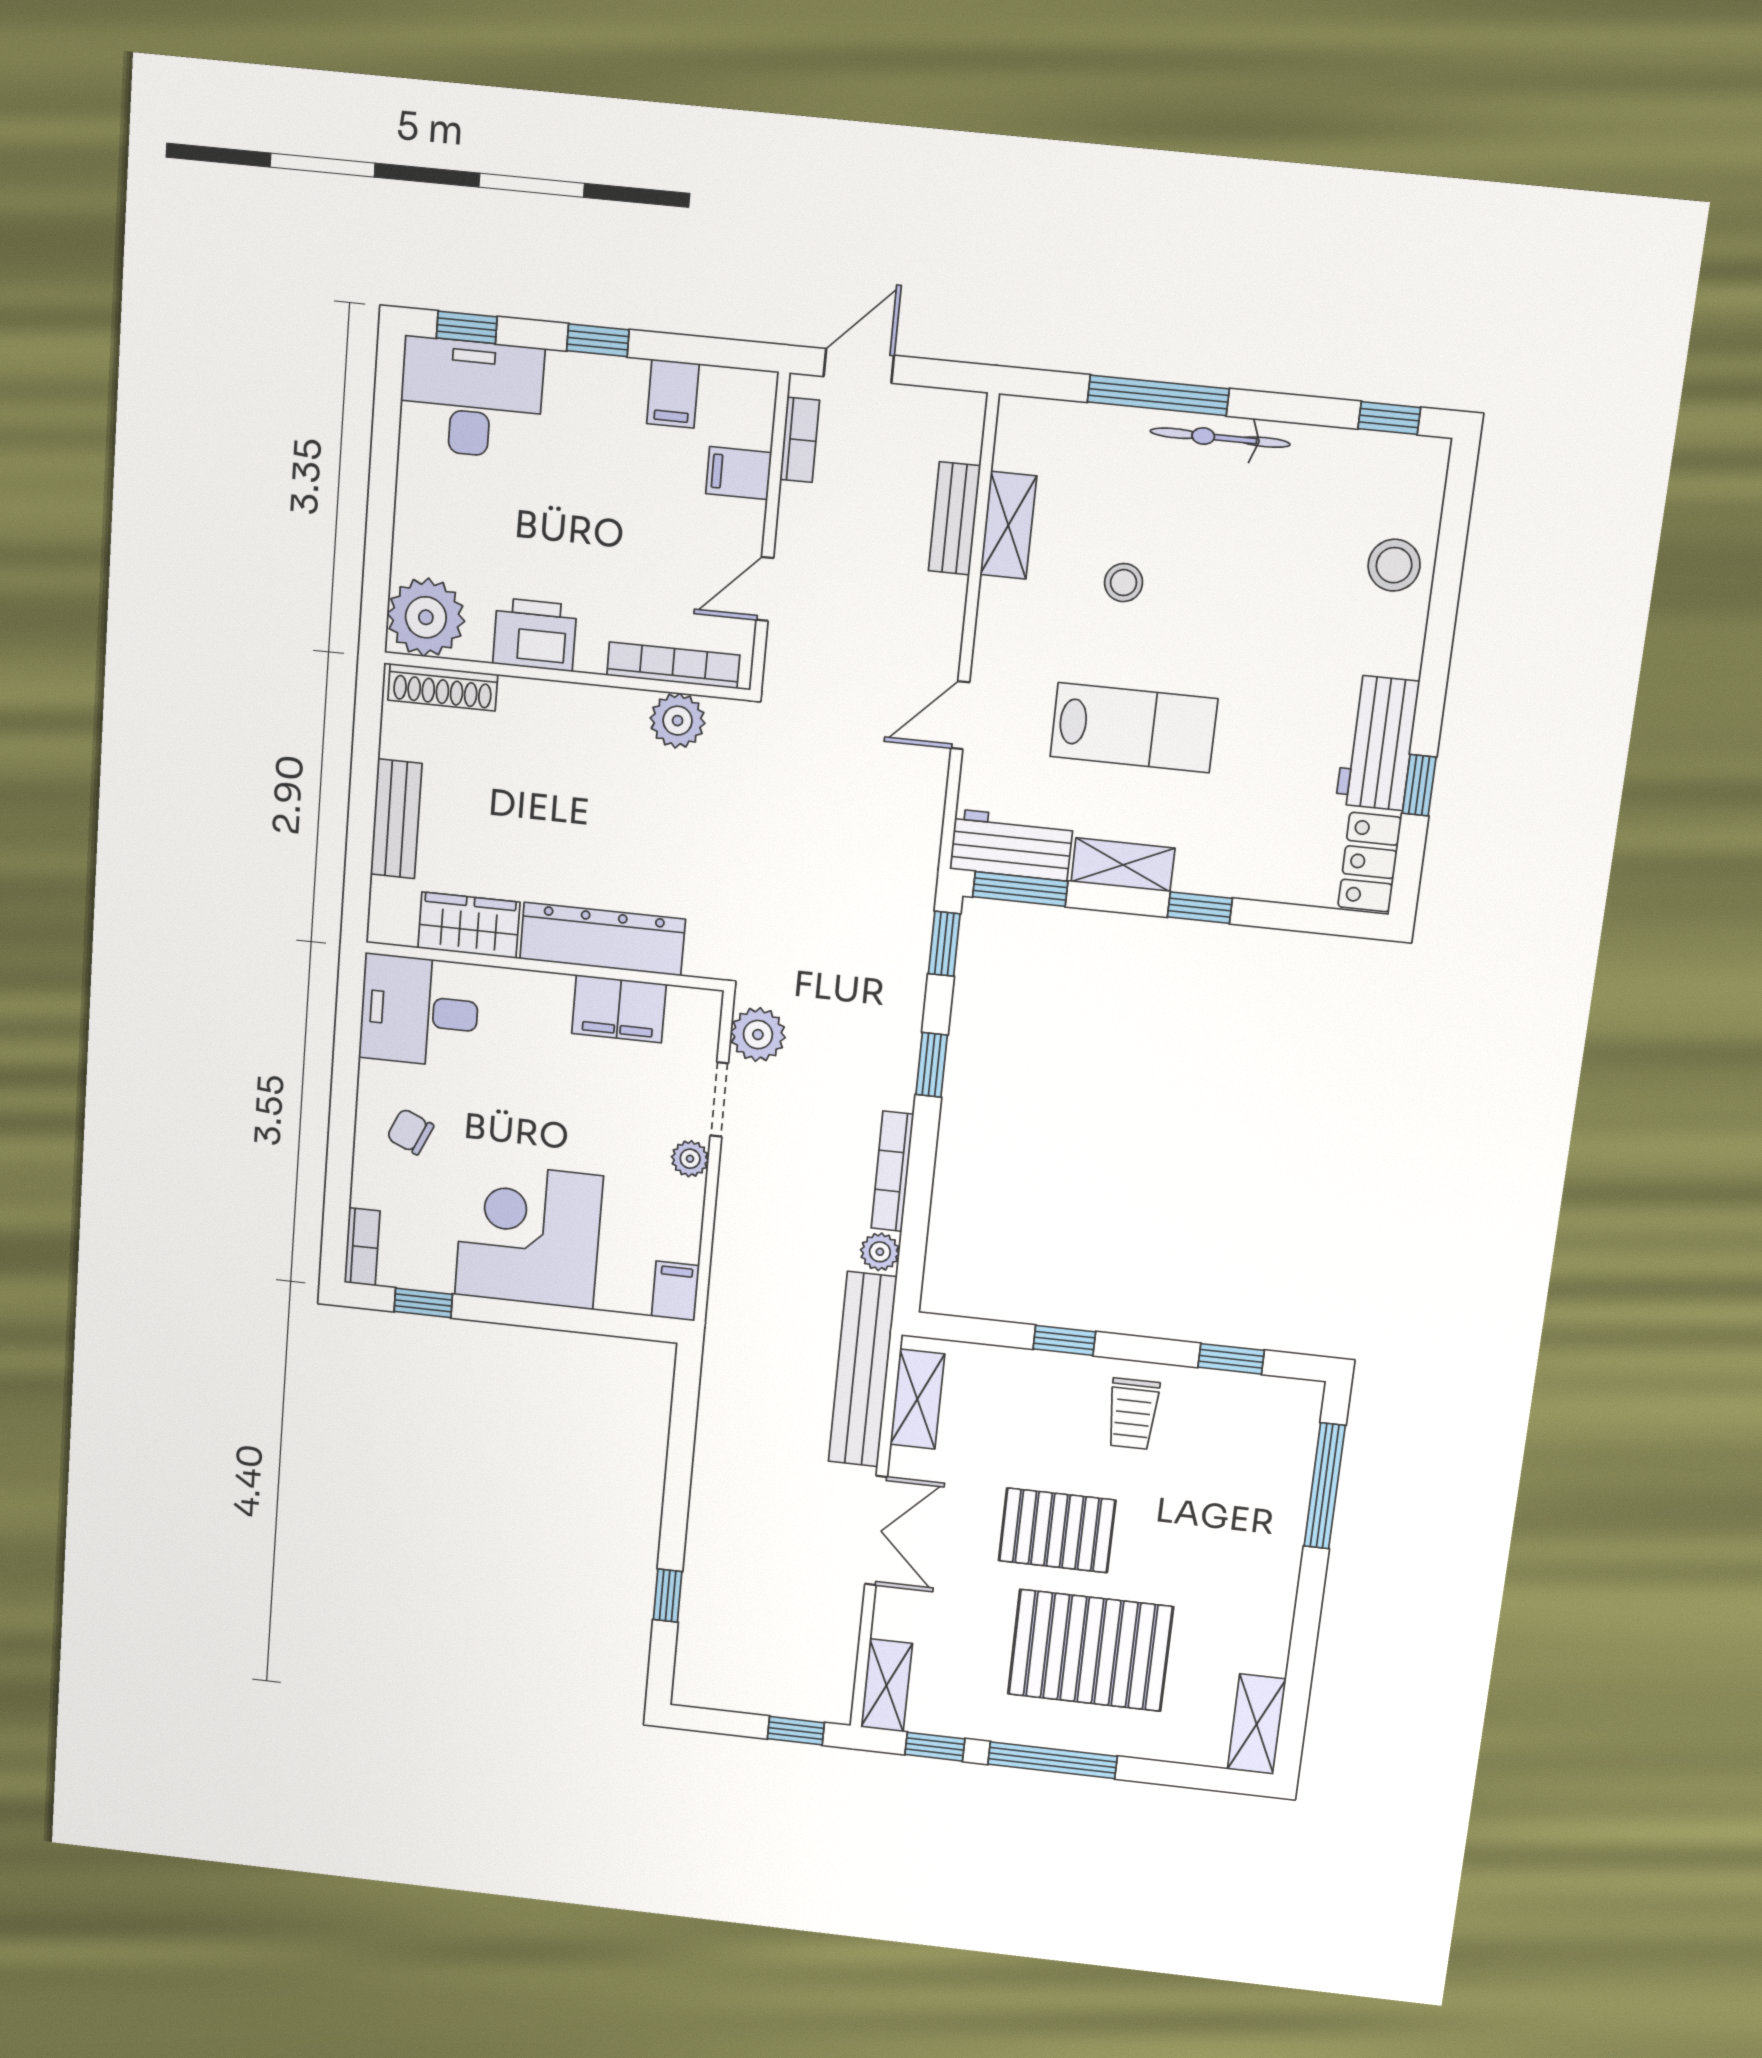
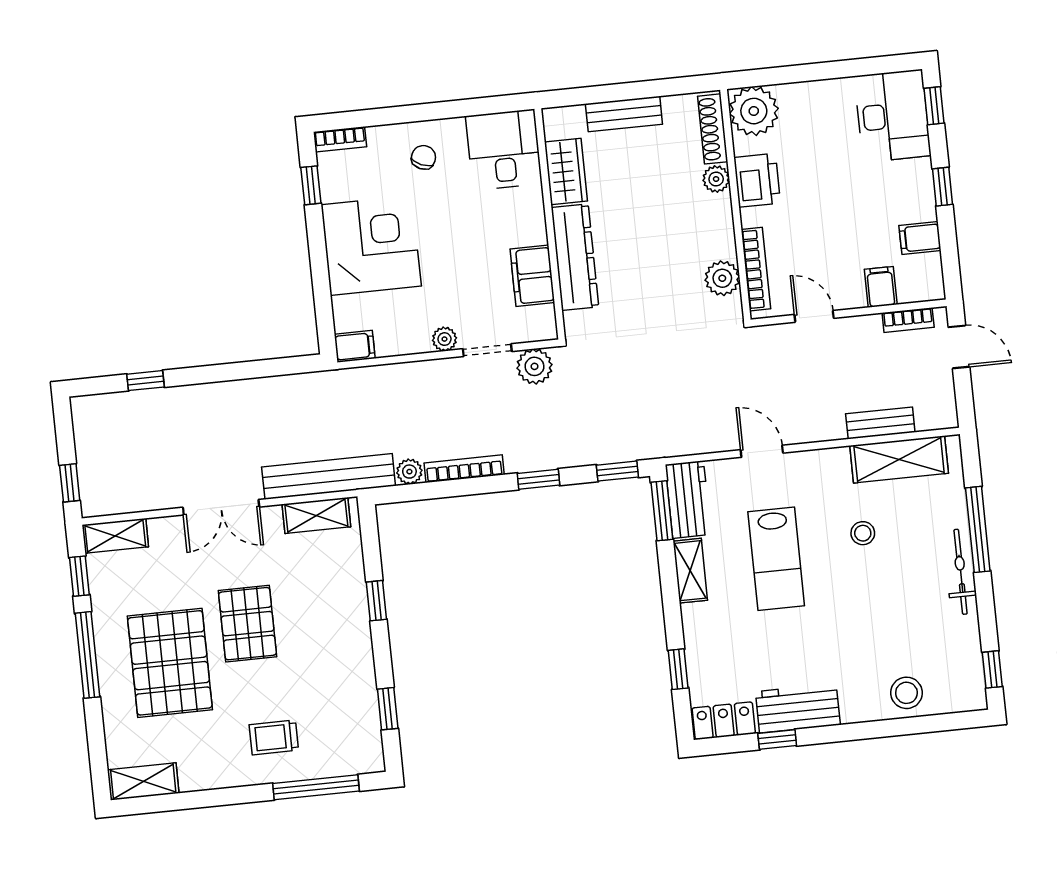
shelving: (1008, 525) -> (899, 459), width x1.50, depth x1.33
plant: (521, 698) -> (716, 179), added
window: (1200, 908) -> (678, 669), moved
trolley: (1133, 1414) -> (274, 737), moved

